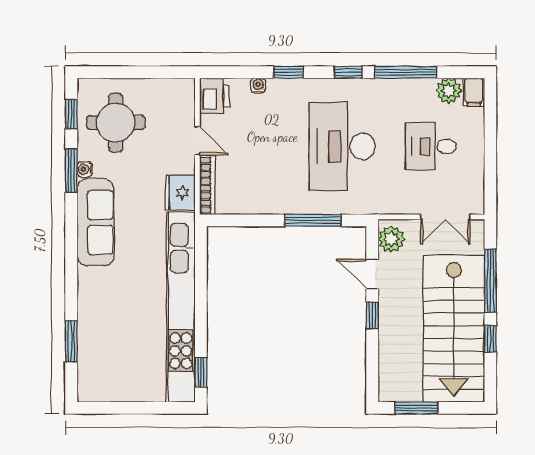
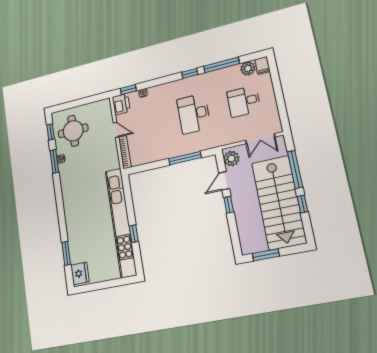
window: (288, 72) -> (128, 90), moved
desk: (342, 146) -> (194, 114), width x0.73, depth x0.77
fridge: (180, 193) -> (80, 273), moved, turned 180
sofa: (96, 222) -> (70, 186), removed
door: (372, 274) -> (224, 181), hinge flipped
window: (201, 372) -> (134, 234), moved

